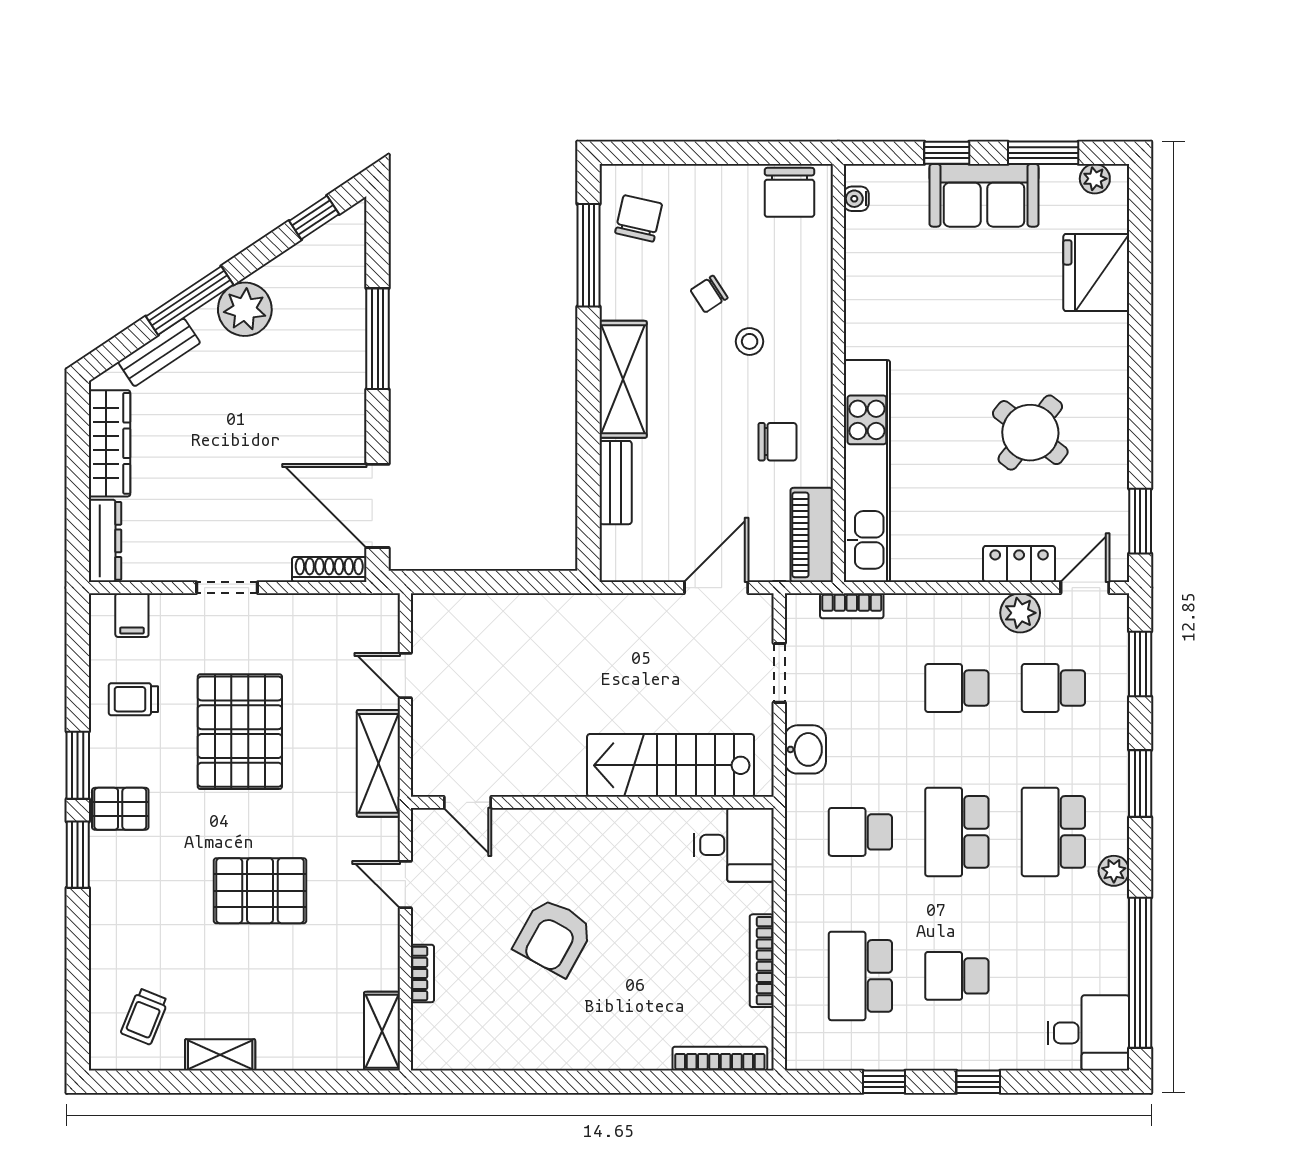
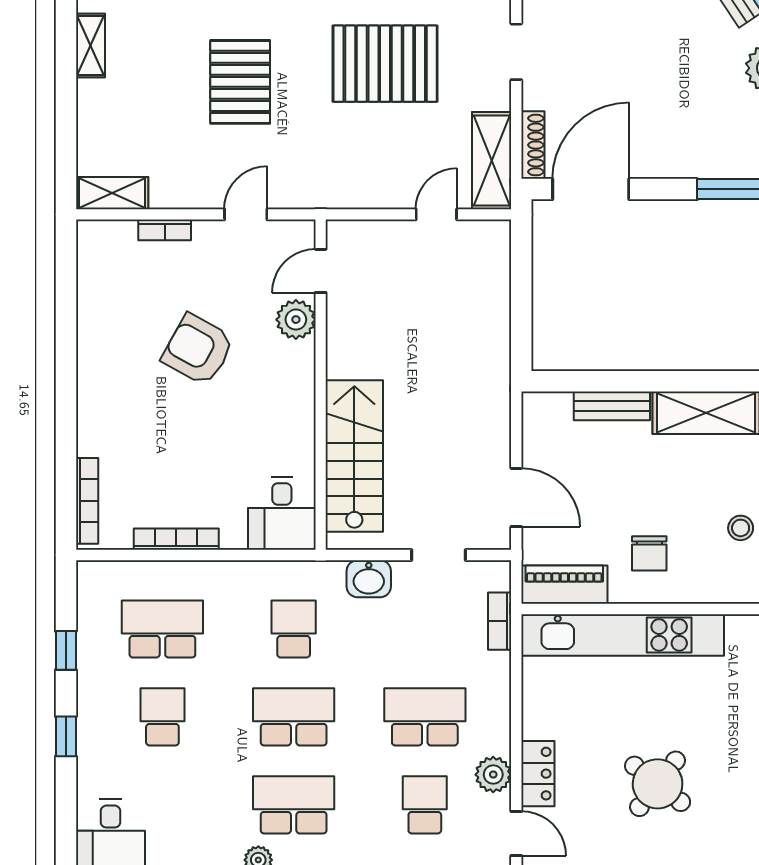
school desk: (957, 688) -> (425, 717), width x1.85
shelving: (378, 763) -> (492, 161), moved, turned 90
plant: (521, 829) -> (296, 320), added

